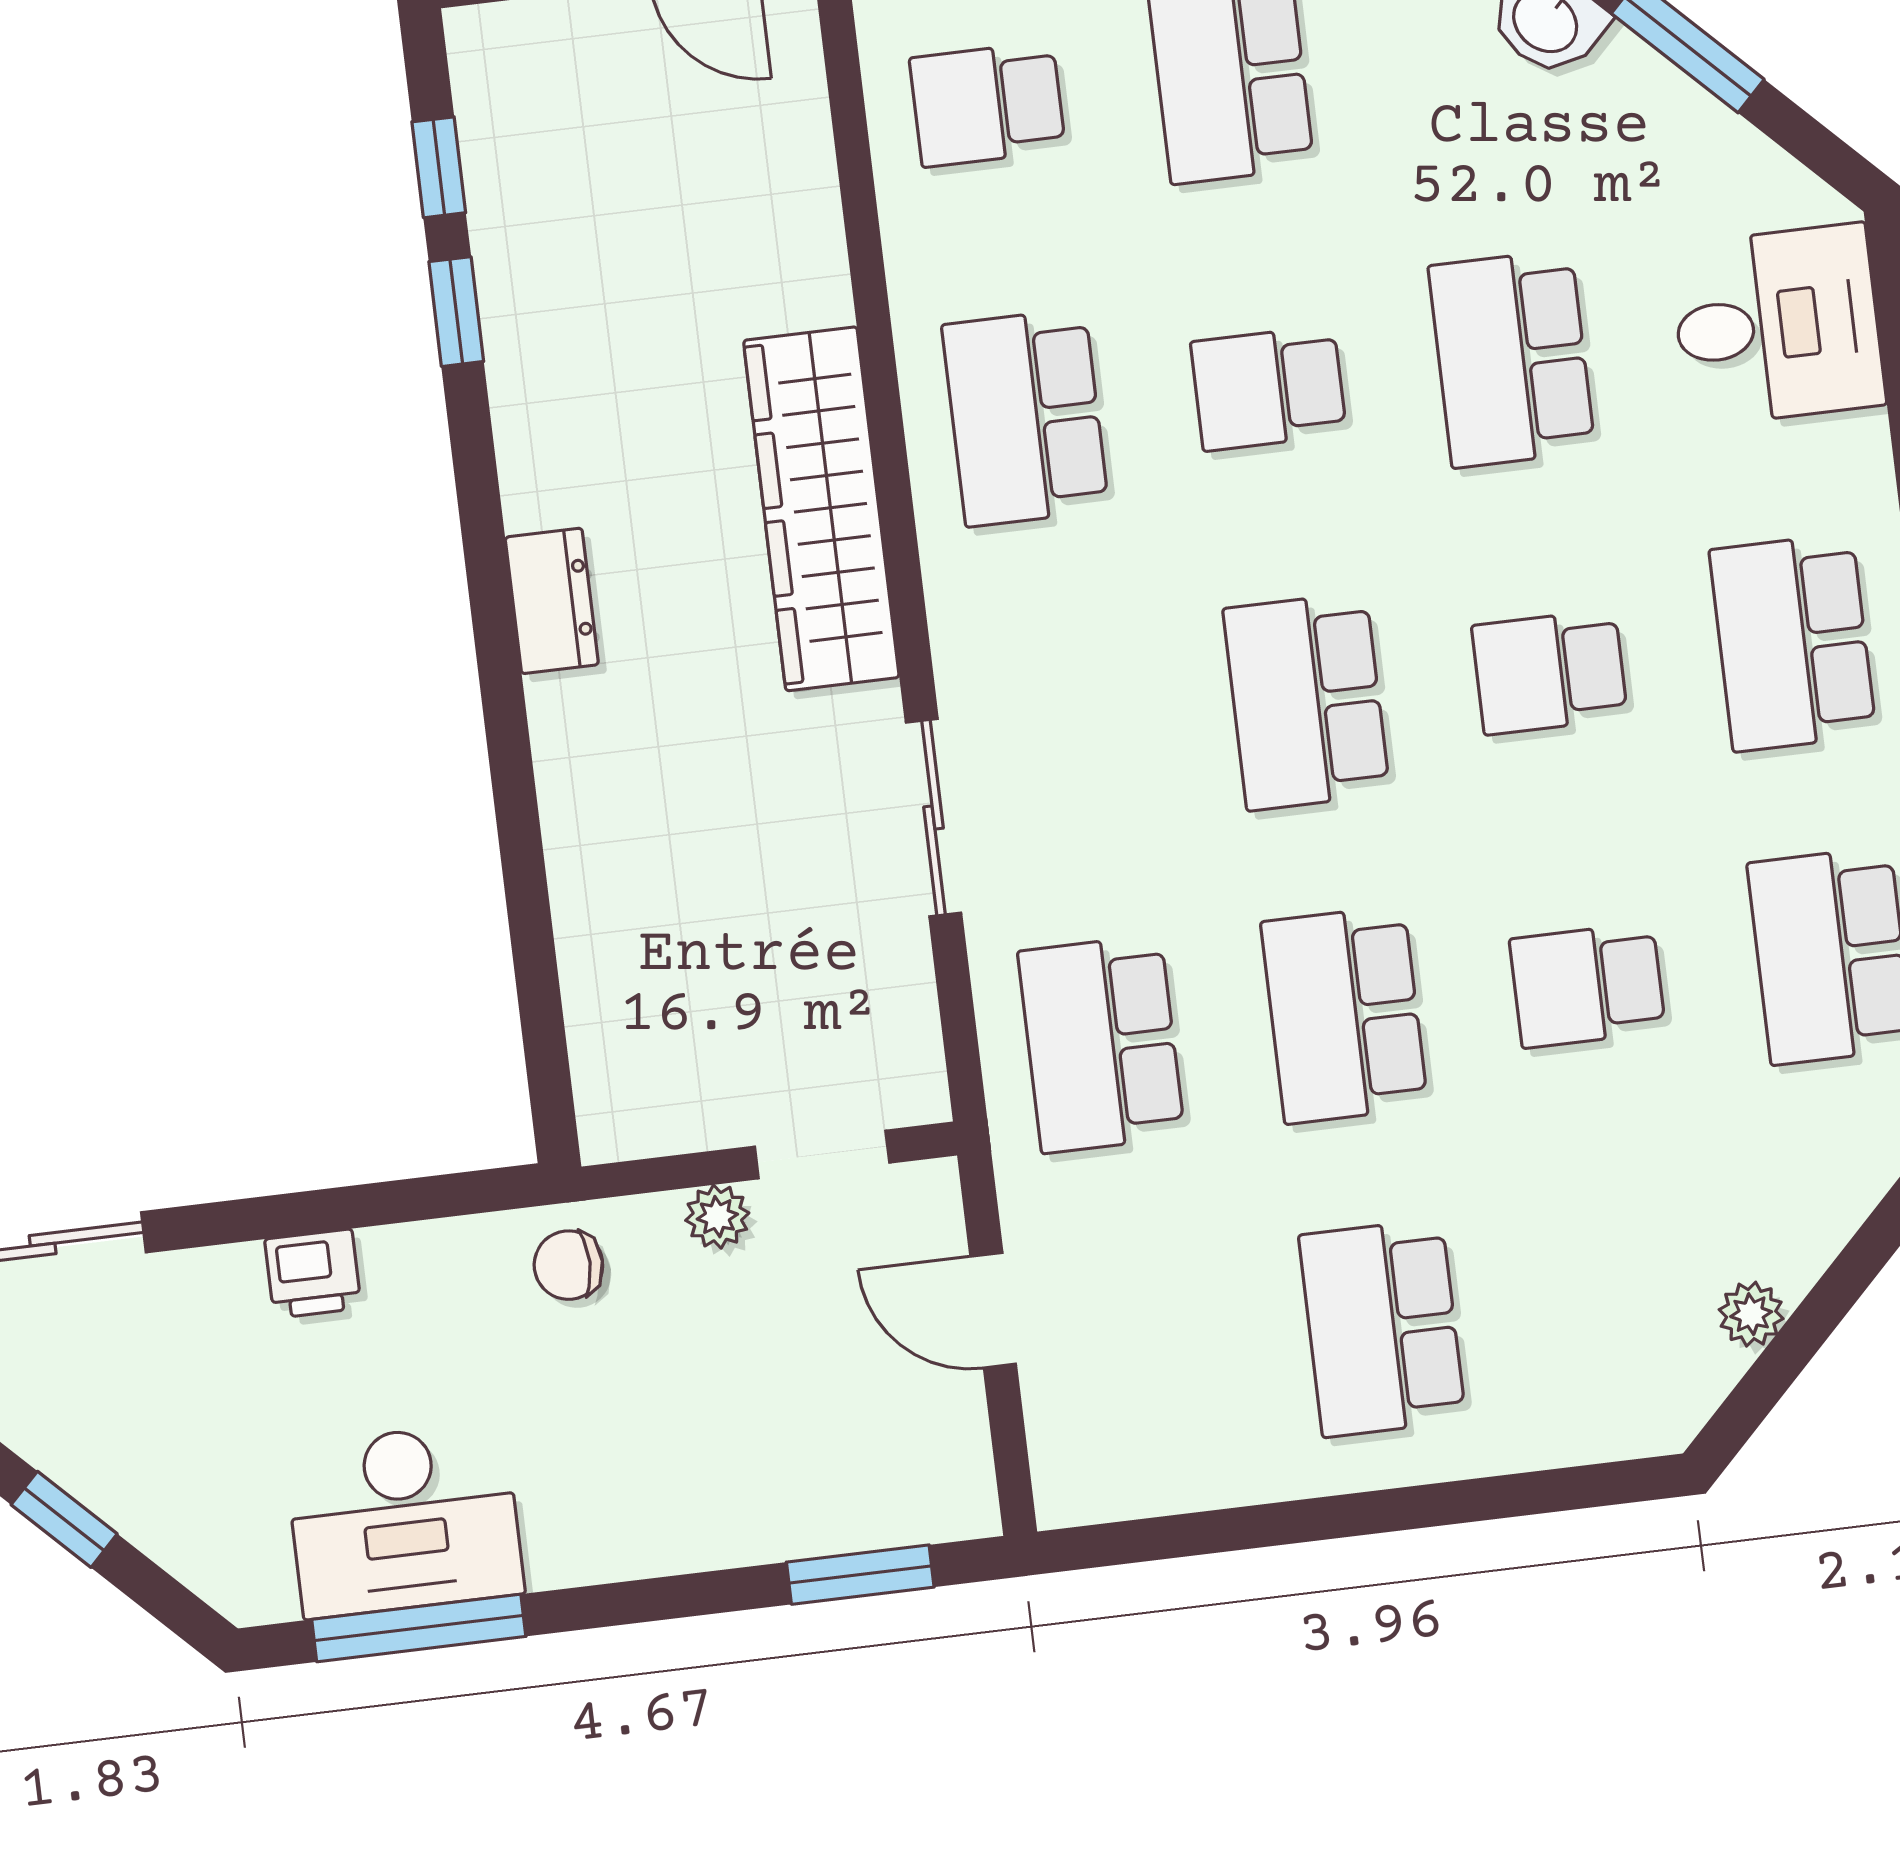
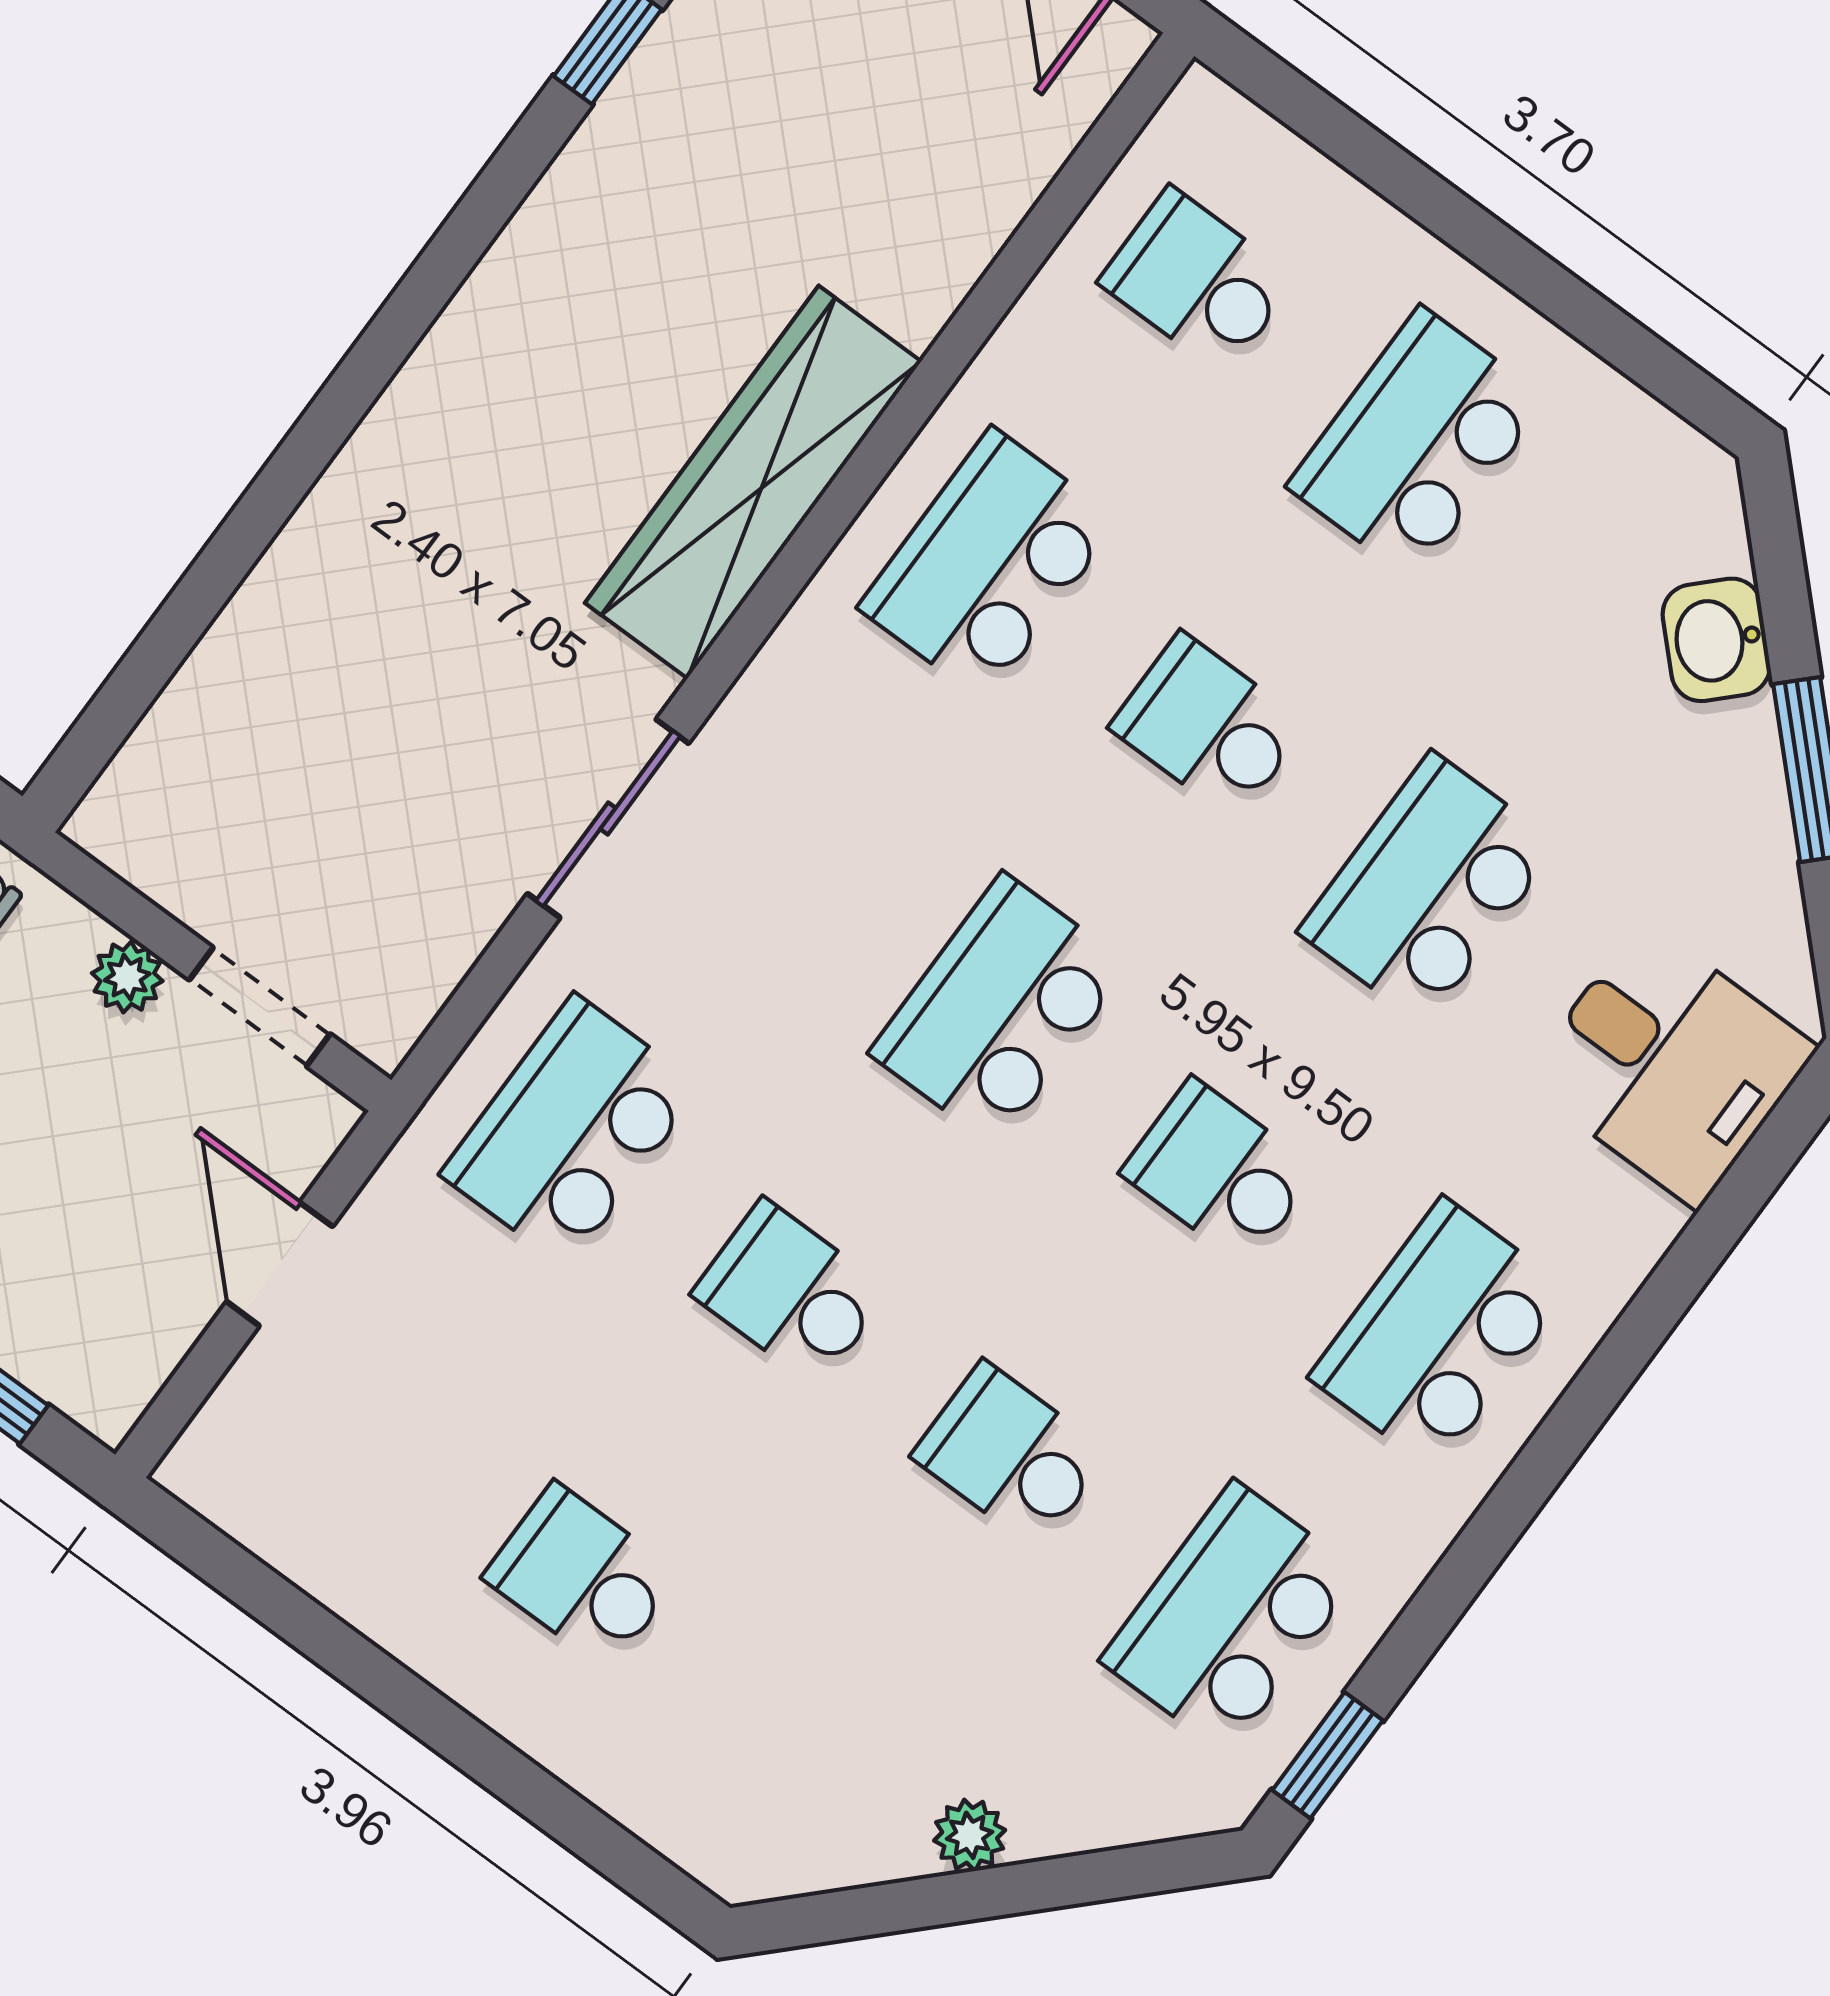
dresser: (552, 601) -> (464, 351), removed
school desk: (1344, 1015) -> (791, 1293), width x0.54
plant: (1751, 1314) -> (970, 1835), moved
school desk: (1382, 1328) -> (582, 1576), width x0.54

